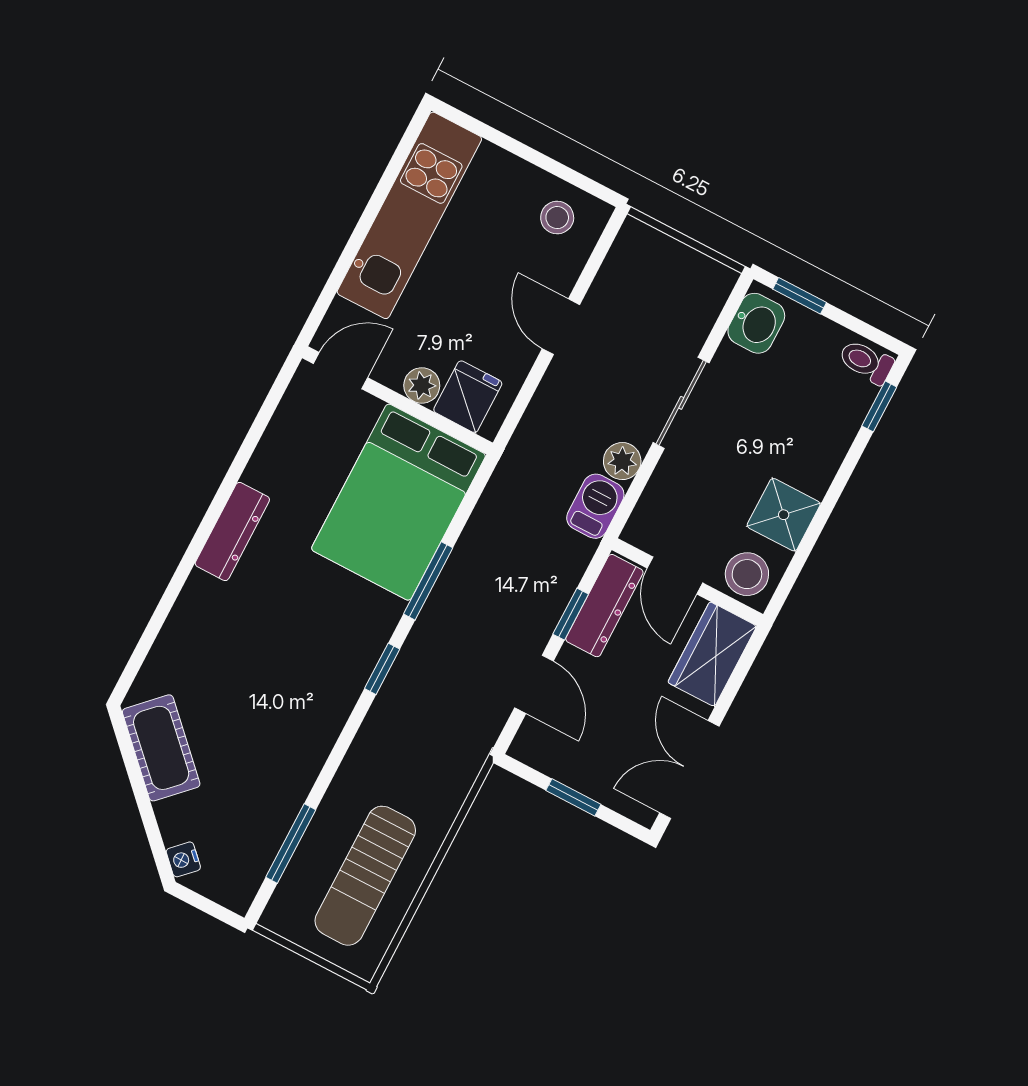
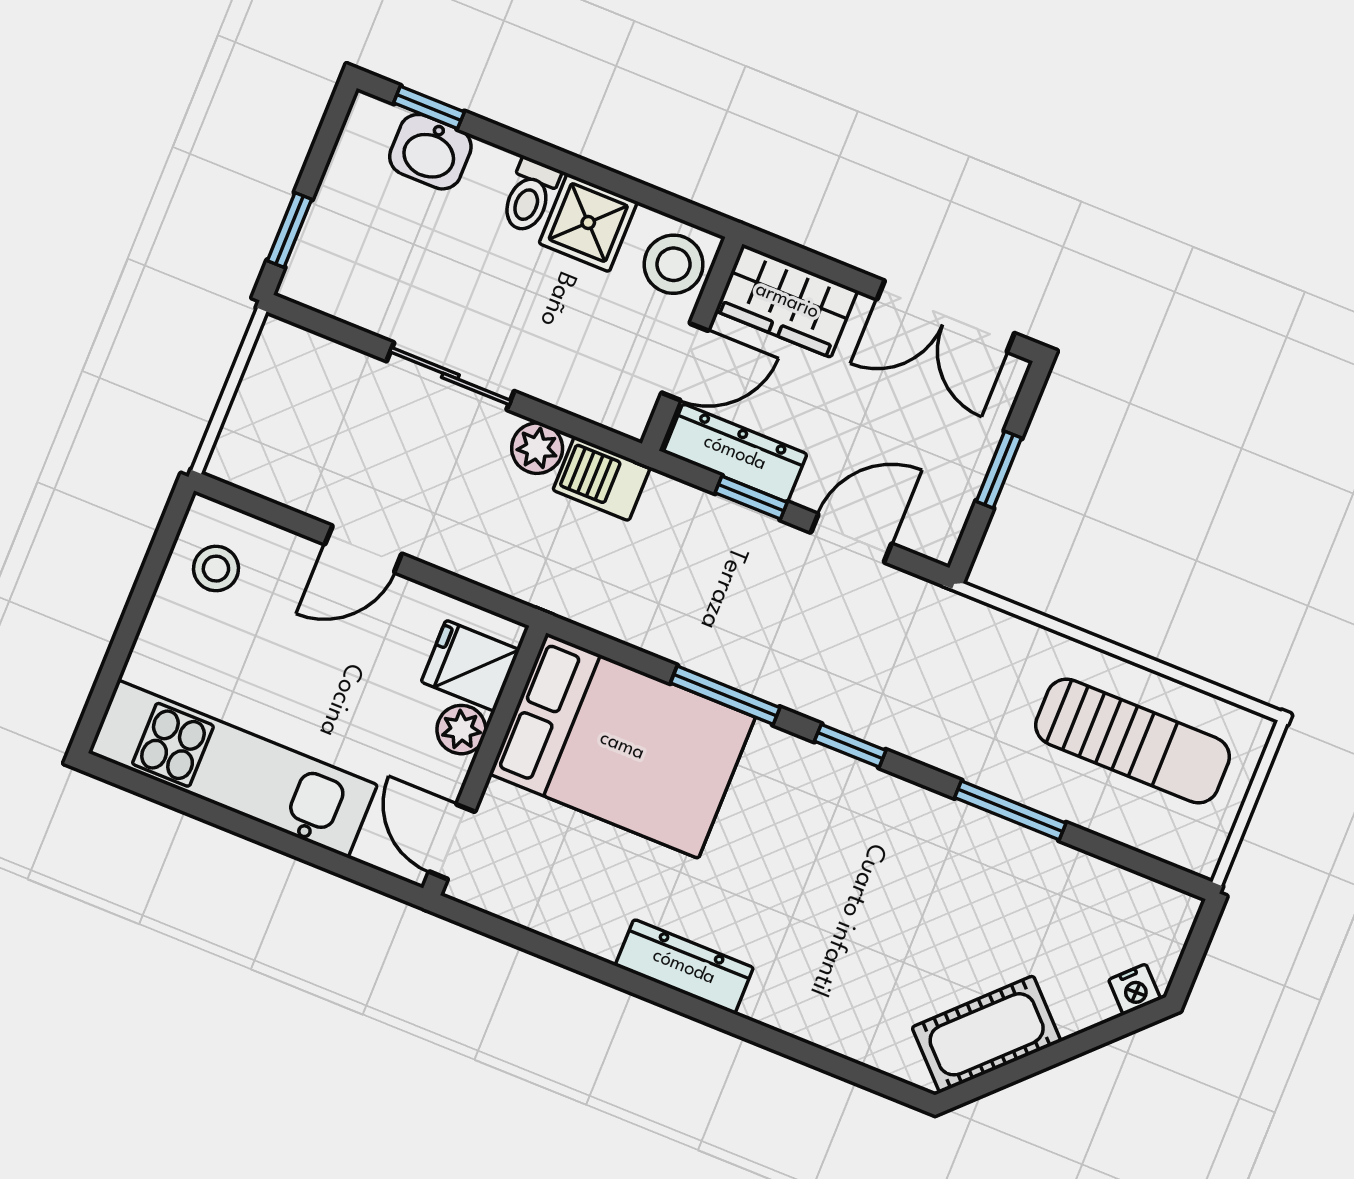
washbasin: (756, 323) -> (430, 152), moved, turned 180
toilet: (866, 362) -> (530, 196), moved
window: (291, 843) -> (1010, 810), moved

